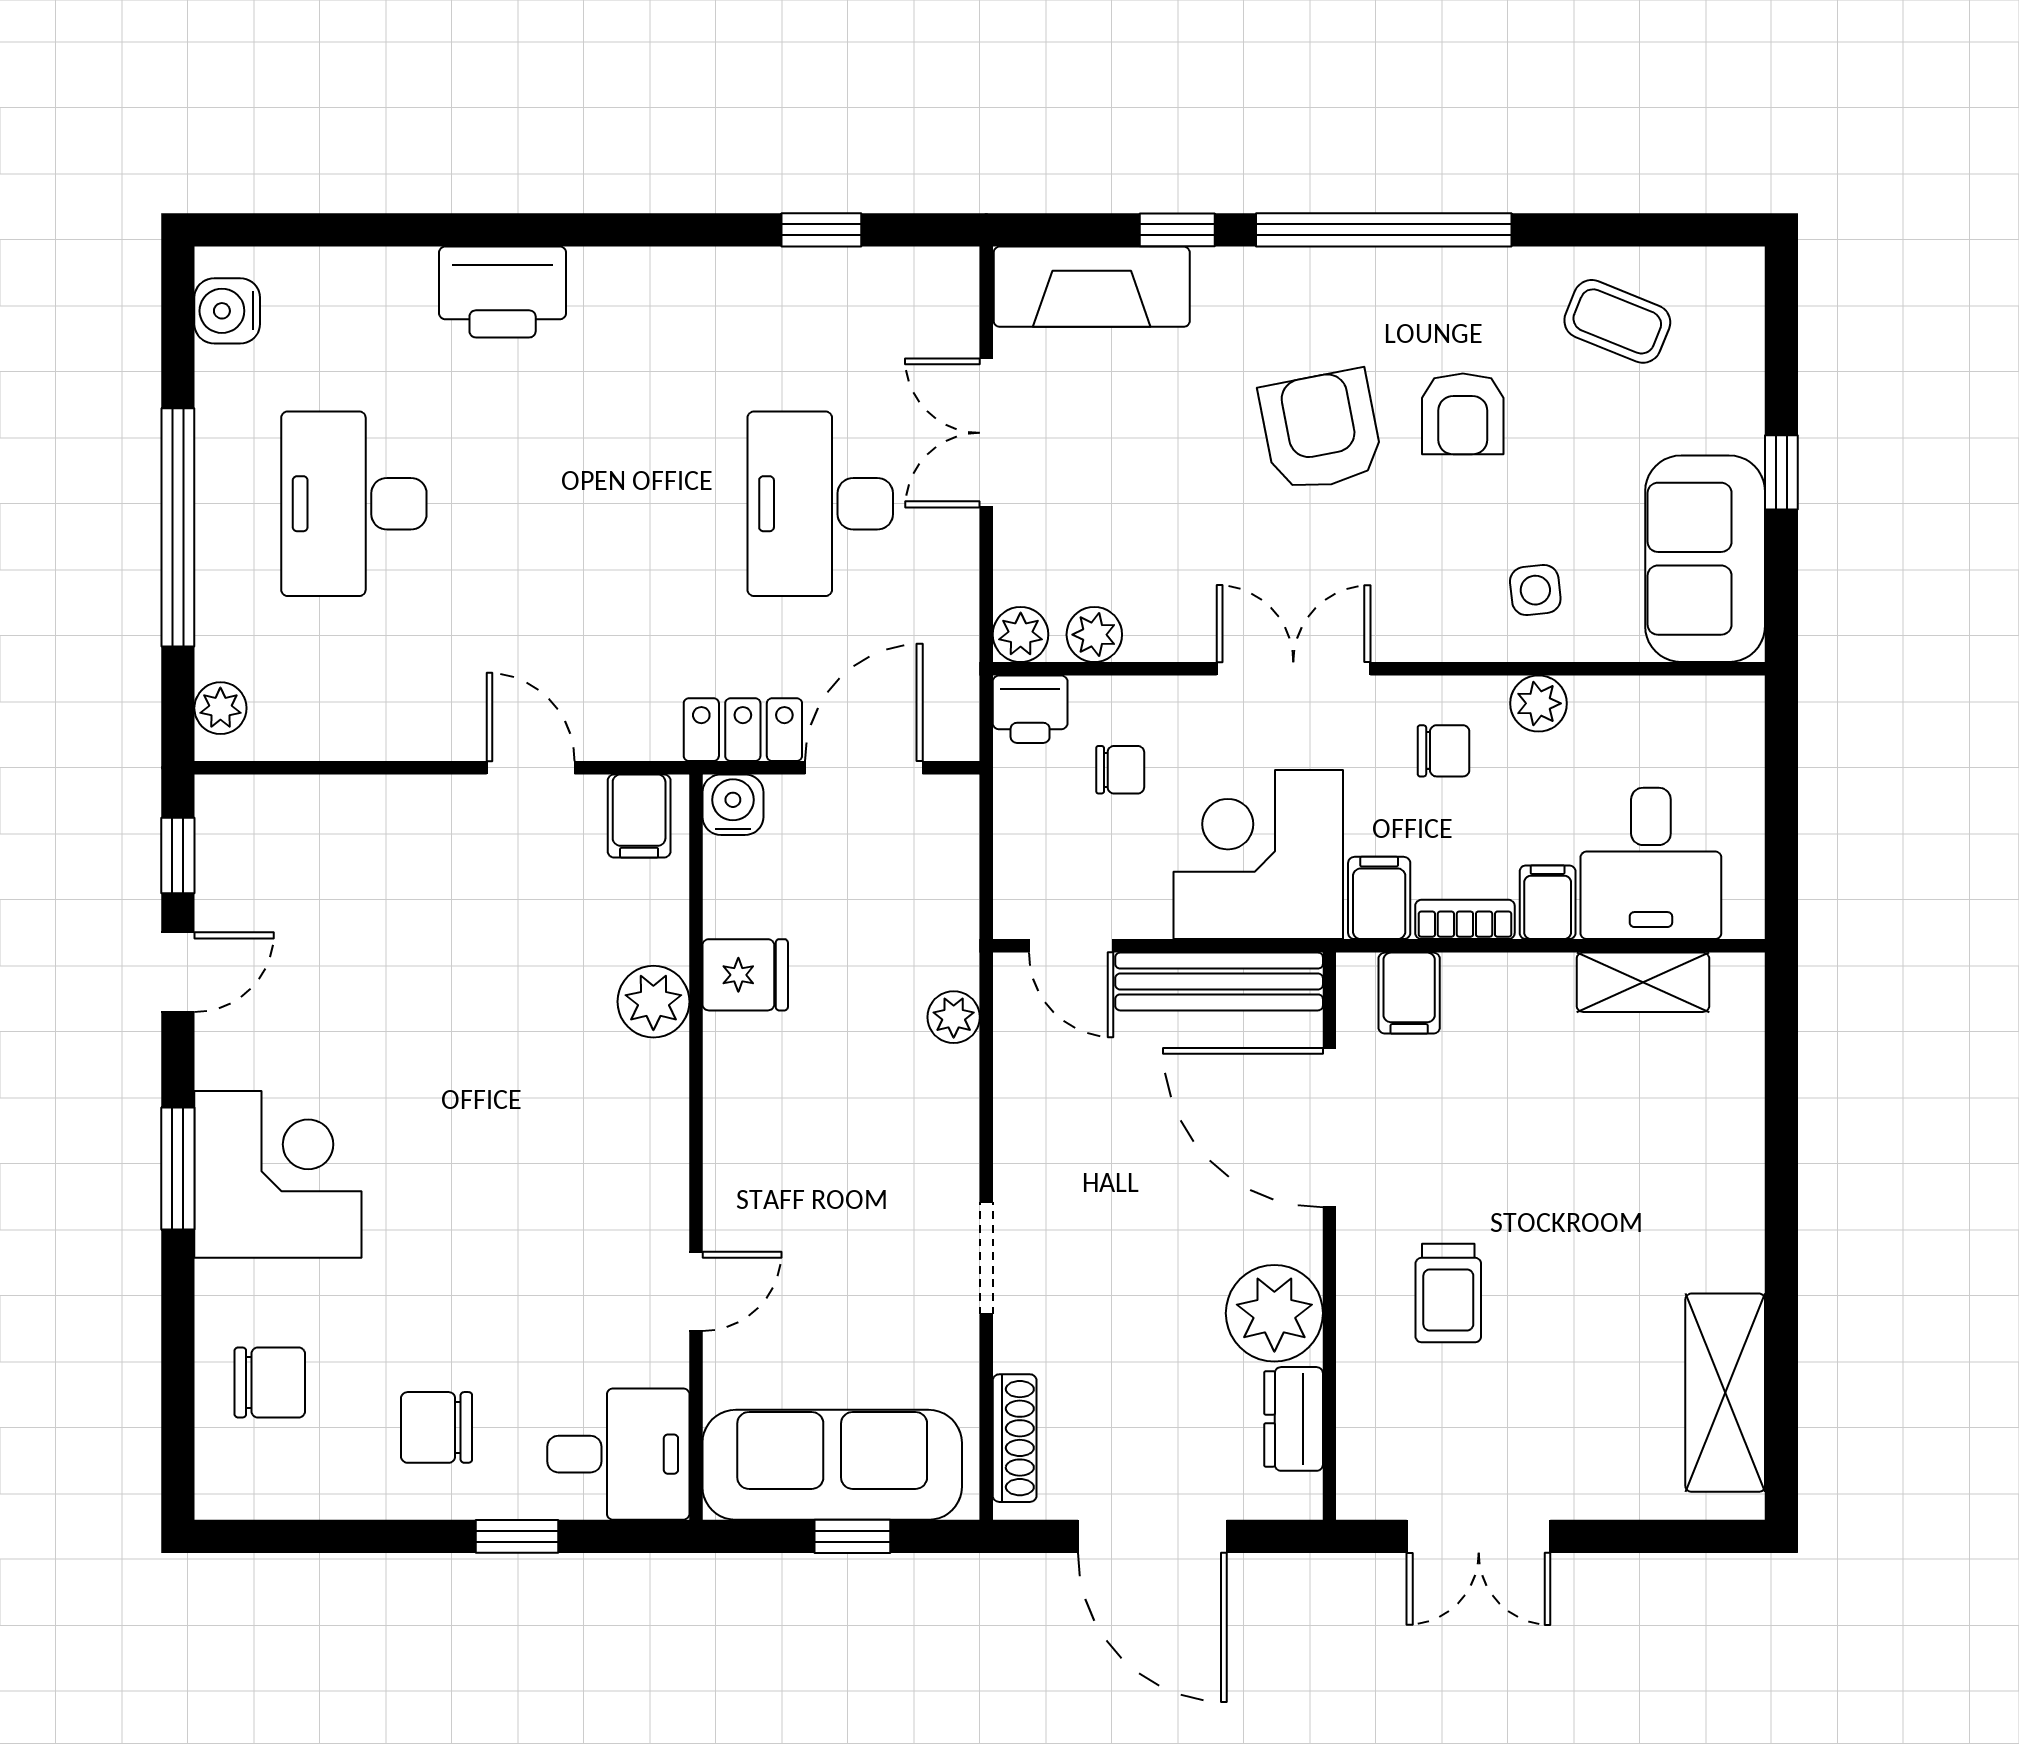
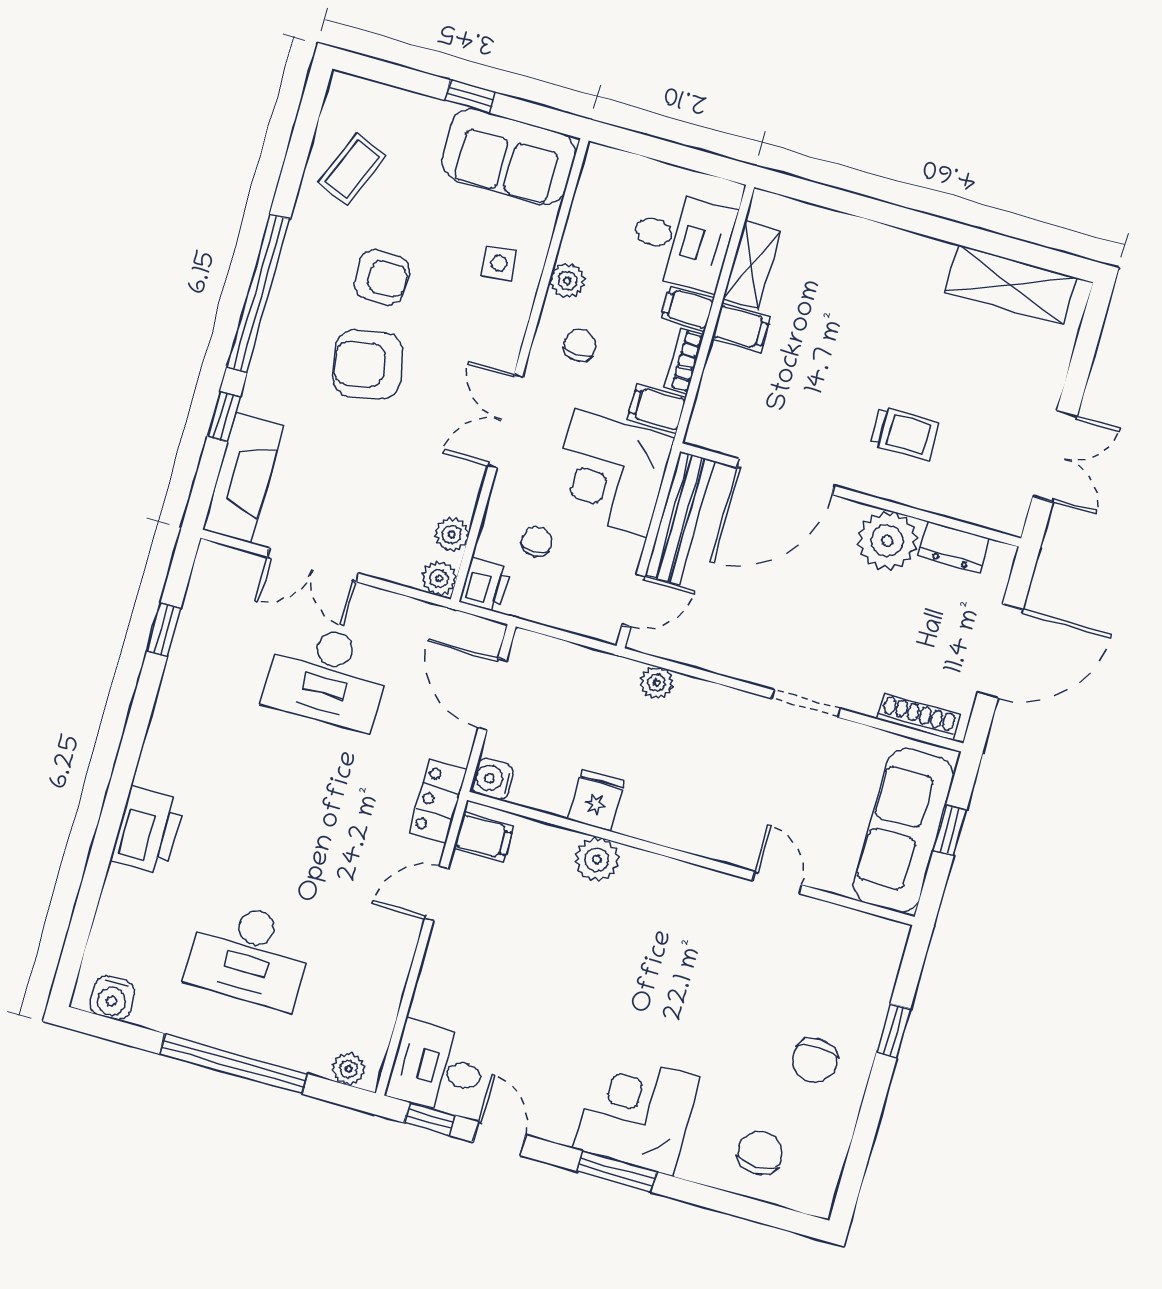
locker: (743, 730) -> (438, 801), moved
filing cabinet: (1409, 993) -> (741, 328), moved
desk: (618, 1454) -> (437, 1068), moved, turned -90

